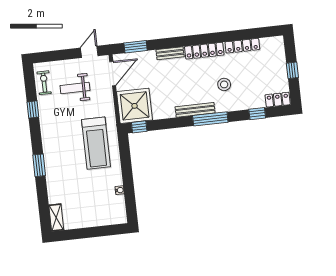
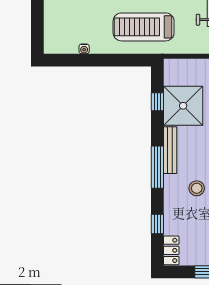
shower: (135, 106) -> (183, 106), moved
window: (139, 127) -> (157, 102), moved

